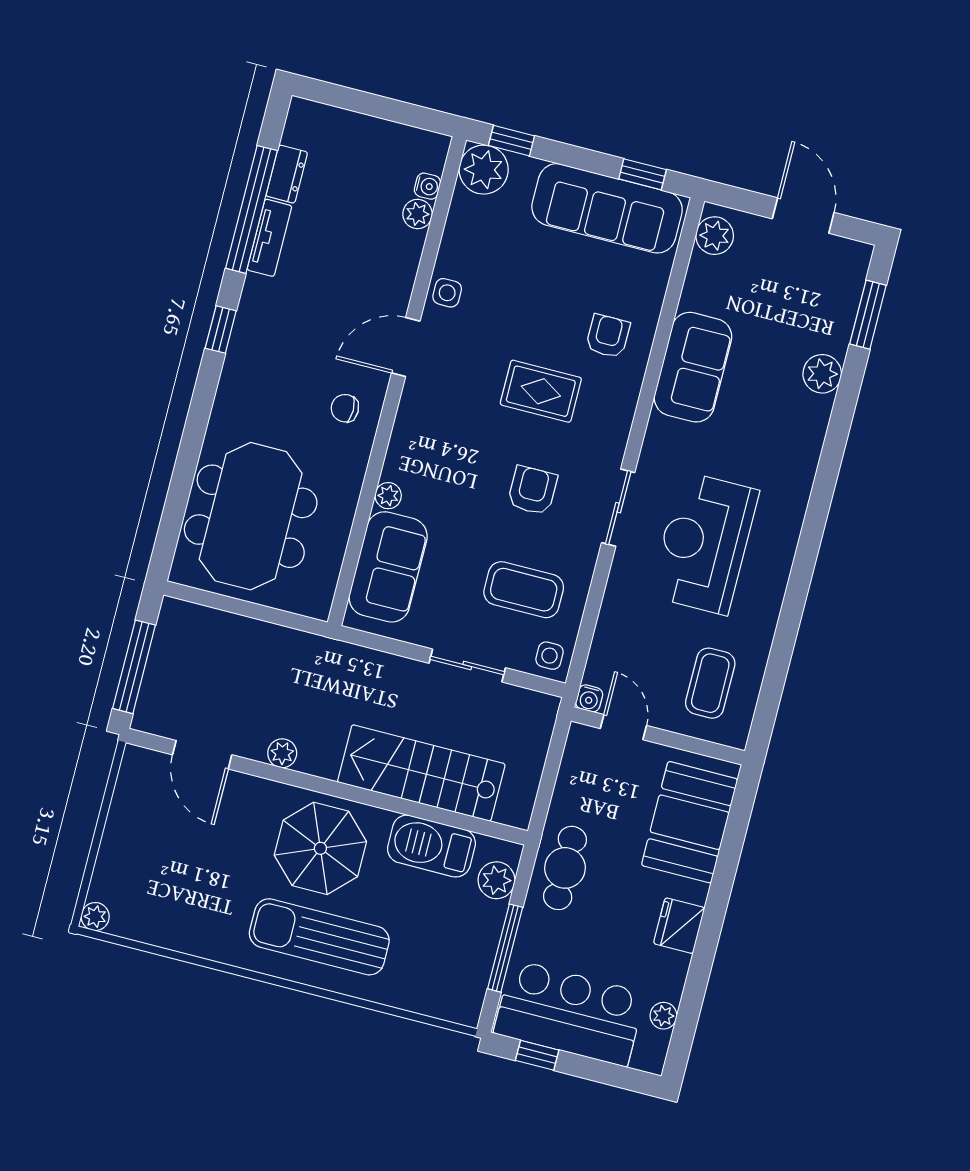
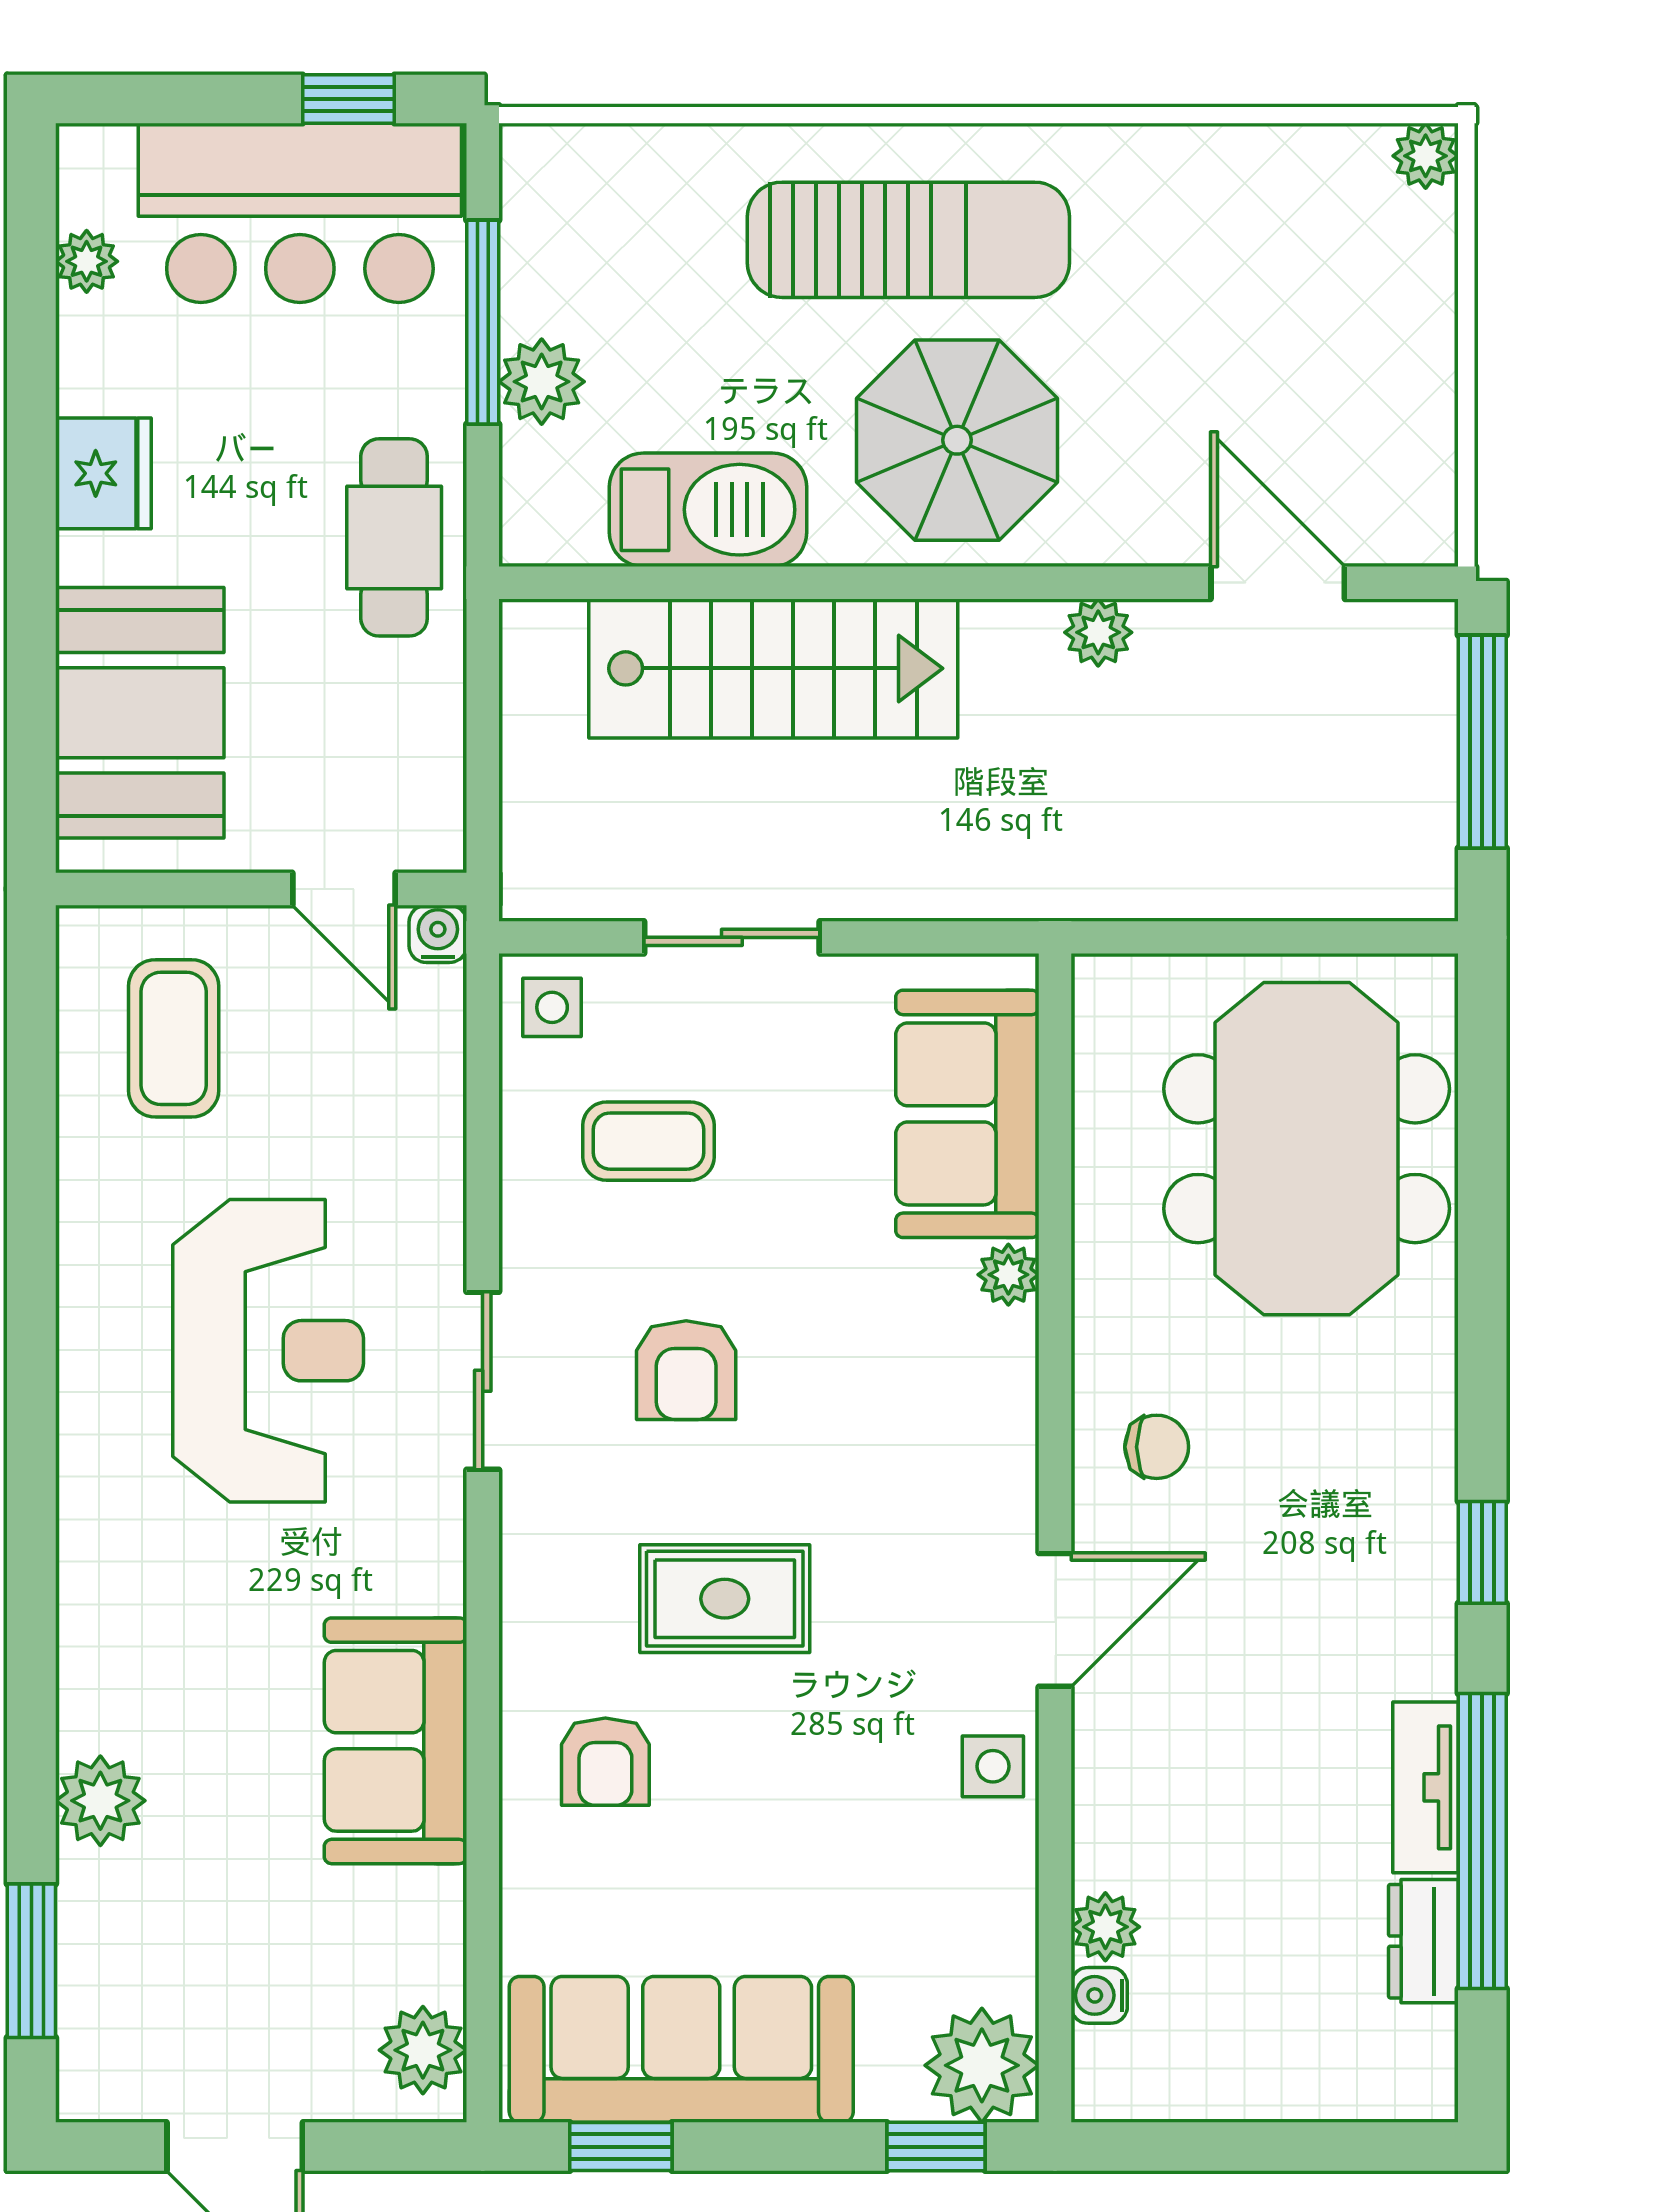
coffee table: (524, 590) -> (648, 1141), width x0.73, depth x0.77
plant: (496, 880) -> (542, 382), moved

